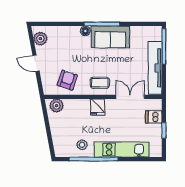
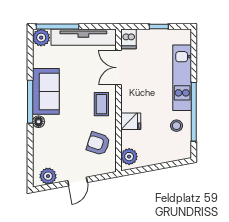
plant: (155, 33) -> (41, 38), added
fridge: (98, 107) -> (131, 121), moved
dishwasher: (154, 117) -> (129, 39), moved

